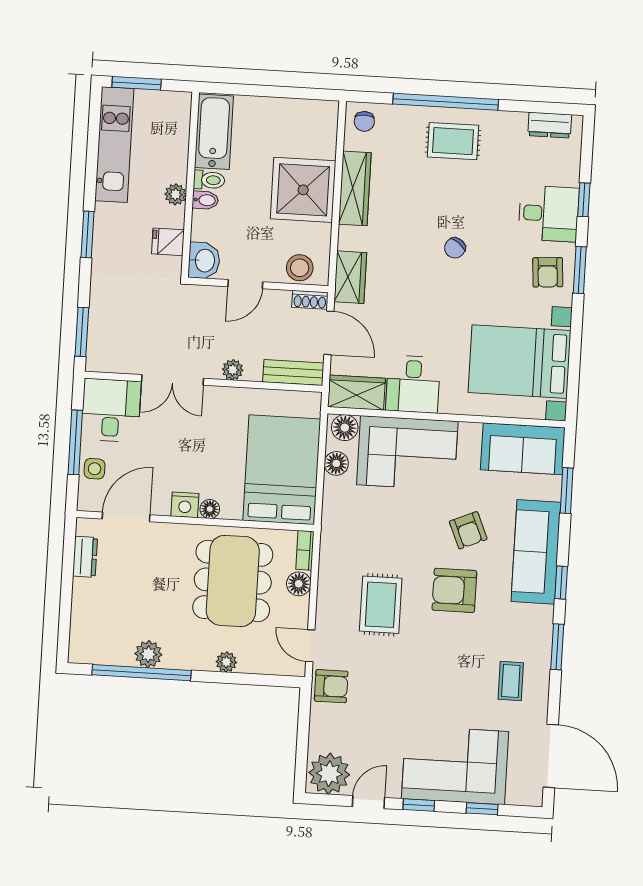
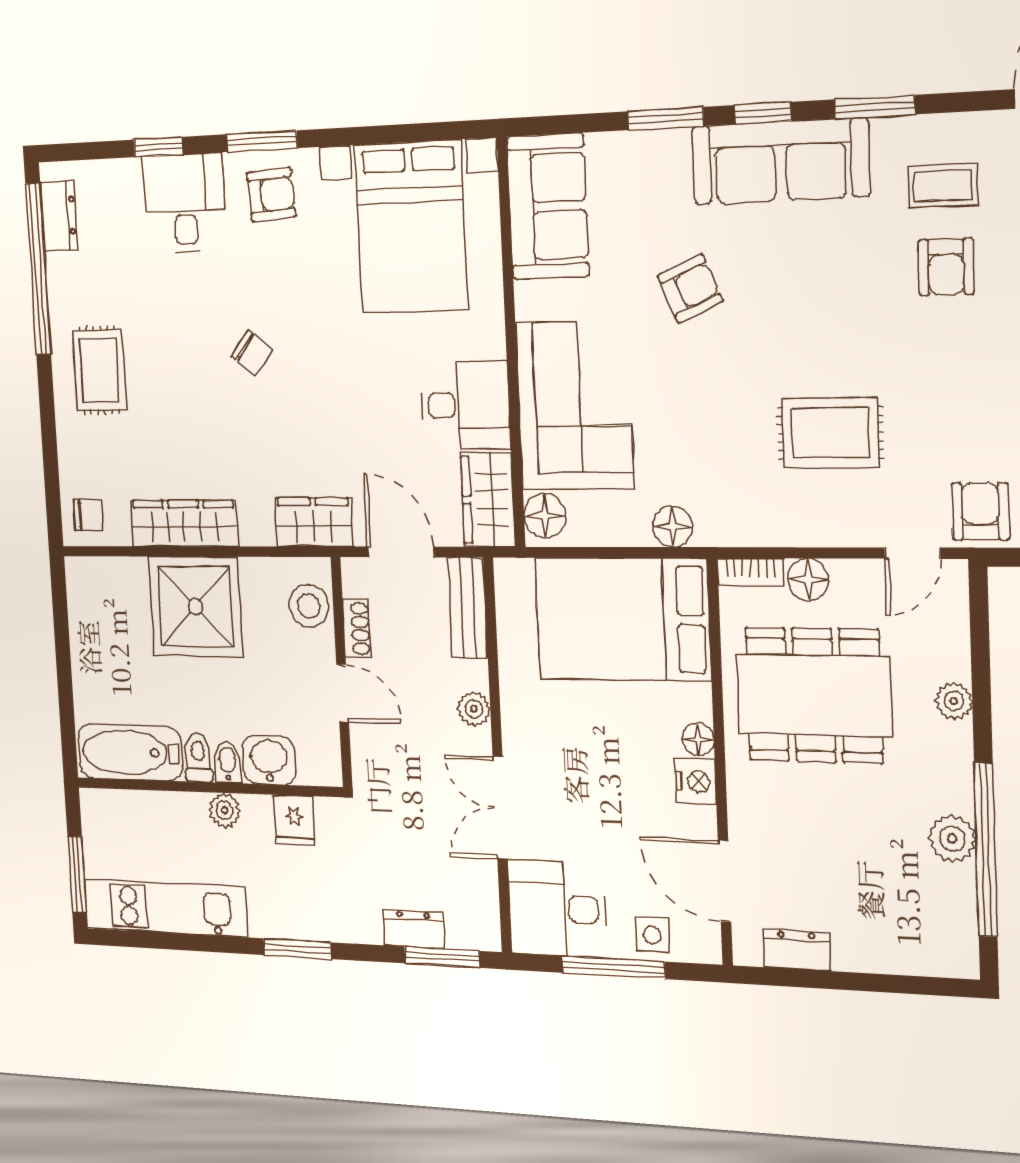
window: (446, 102) -> (38, 269), moved
washbasin: (204, 261) -> (269, 760), moved
shoe rack: (310, 300) -> (357, 629), moved
dresser: (99, 315) -> (414, 929), added
door: (329, 333) -> (401, 552), hinge flipped
double door: (172, 380) -> (500, 808), swing flipped
floor lamp: (336, 463) -> (673, 526), moved
window: (567, 491) -> (666, 119), moved
sofa: (536, 552) -> (780, 161), moved
armchair: (454, 590) -> (946, 267), moved, width x0.72, depth x0.72

